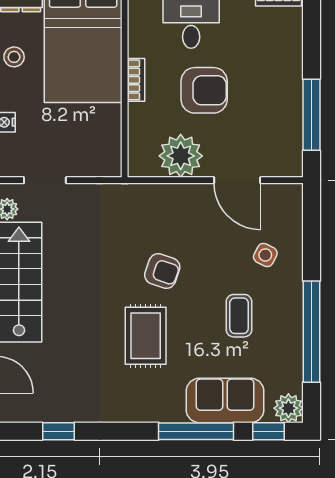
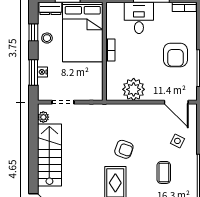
armchair: (204, 90) -> (175, 55), moved, turned 90
door: (237, 180) -> (176, 102), moved

